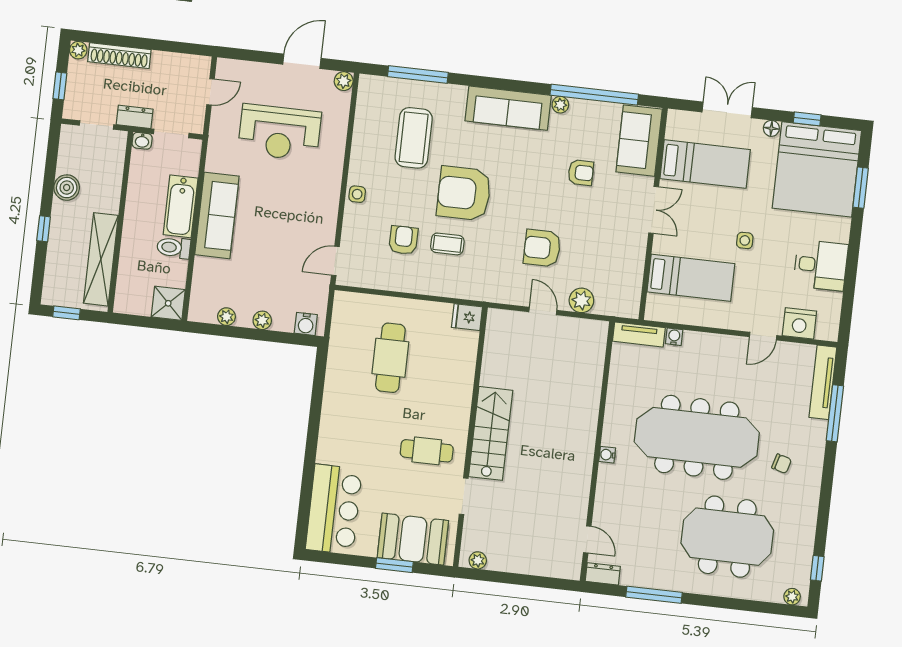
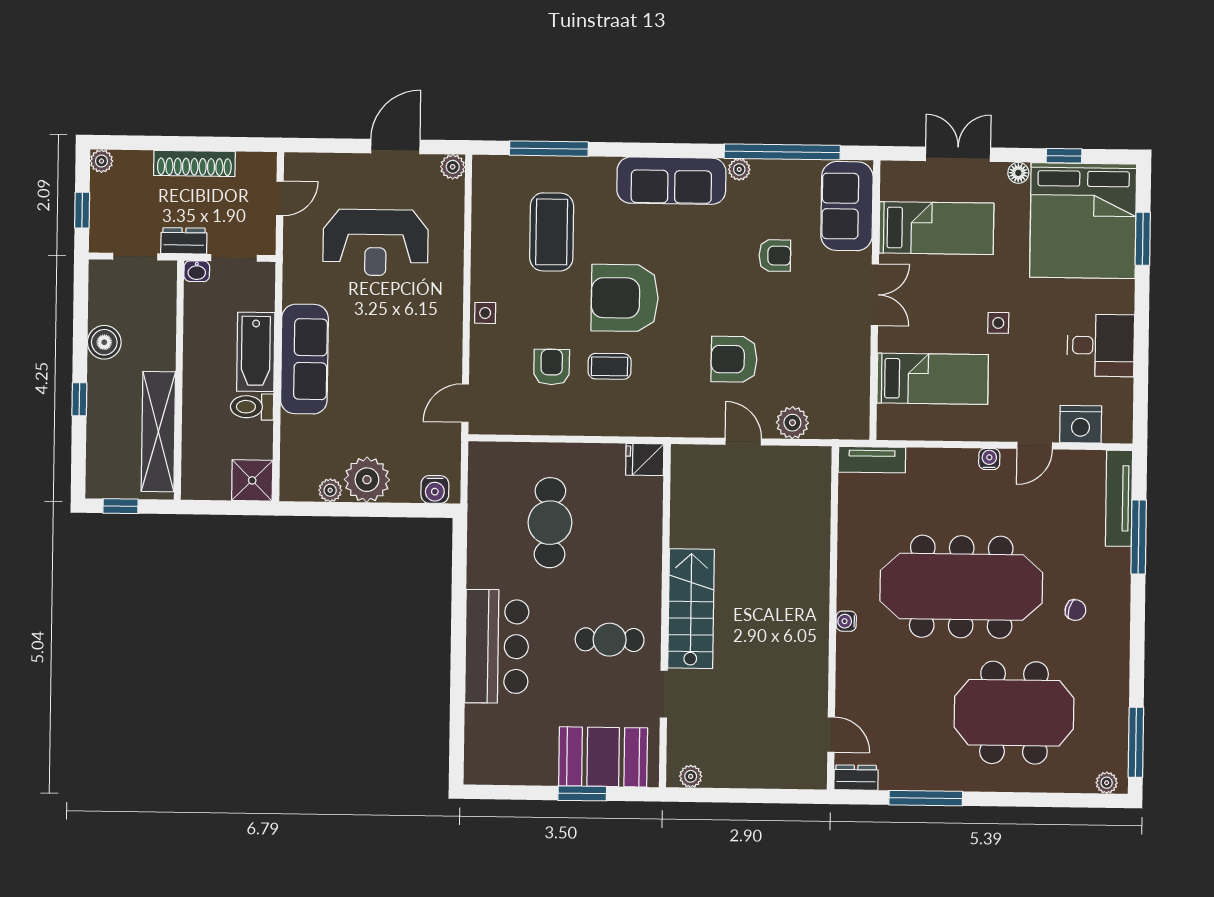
shoe rack: (119, 56) -> (194, 163), moved
plant: (262, 320) -> (367, 480), width x1.88, depth x1.88
water cooler: (674, 337) -> (989, 459), moved
bar counter: (334, 509) -> (497, 646), moved
window: (817, 568) -> (1136, 742), width x2.17

